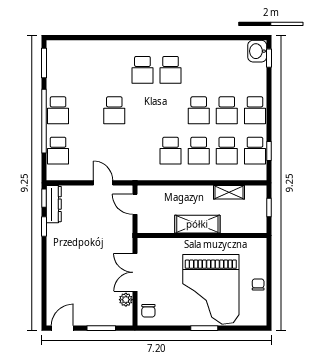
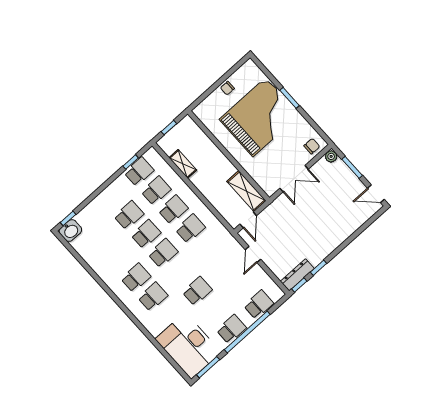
desk: (76, 63) -> (188, 346), added
school desk: (255, 110) -> (163, 253), moved
shelving: (197, 224) -> (246, 191), moved
plant: (126, 300) -> (331, 156), moved

